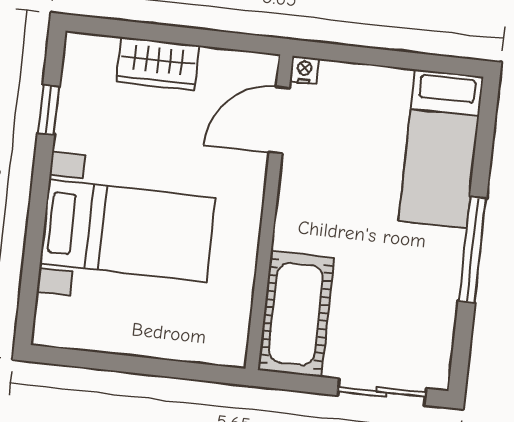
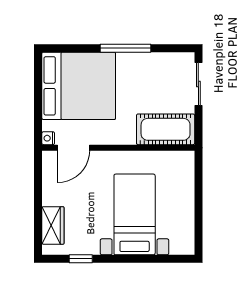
wardrobe: (158, 64) -> (53, 225), moved
door: (279, 120) -> (73, 148), hinge flipped
bed: (441, 149) -> (79, 86), width x2.04

